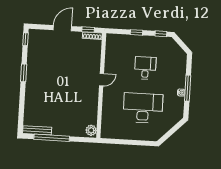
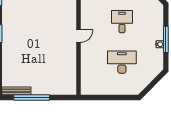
desk: (143, 108) -> (122, 62), width x0.73, depth x0.77
plant: (91, 130) -> (71, 88), removed

